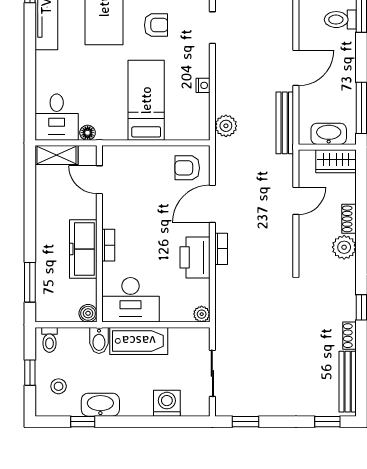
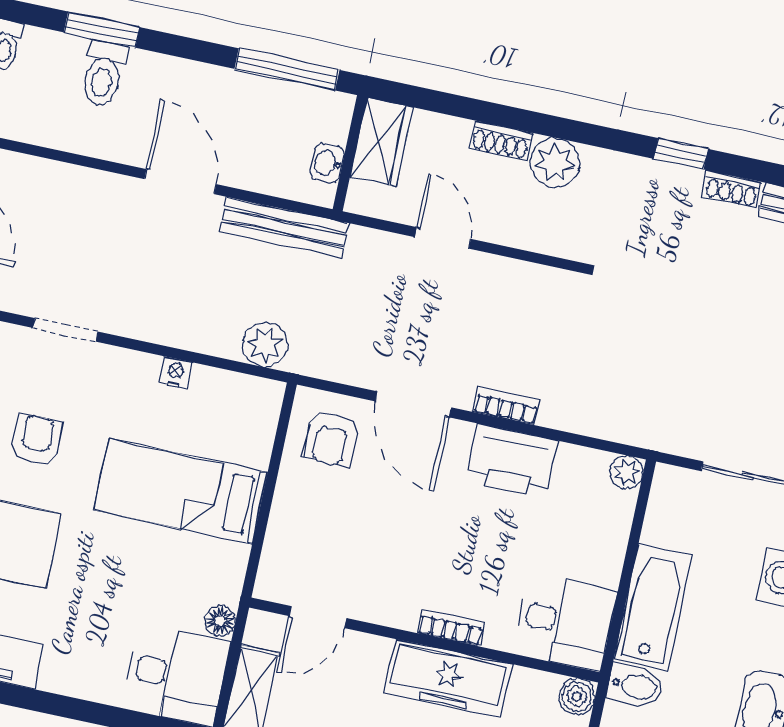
washbasin: (329, 134) -> (327, 163), width x0.52, depth x0.69
desk: (130, 300) -> (565, 622), width x0.73

